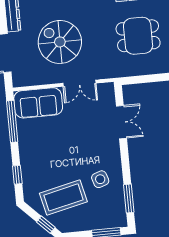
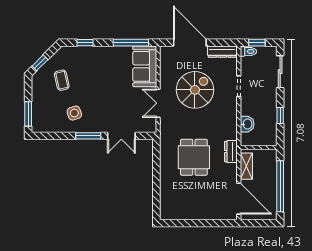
coffee table: (63, 197) -> (62, 80), width x0.54, depth x0.58
window: (129, 198) -> (88, 136), moved

